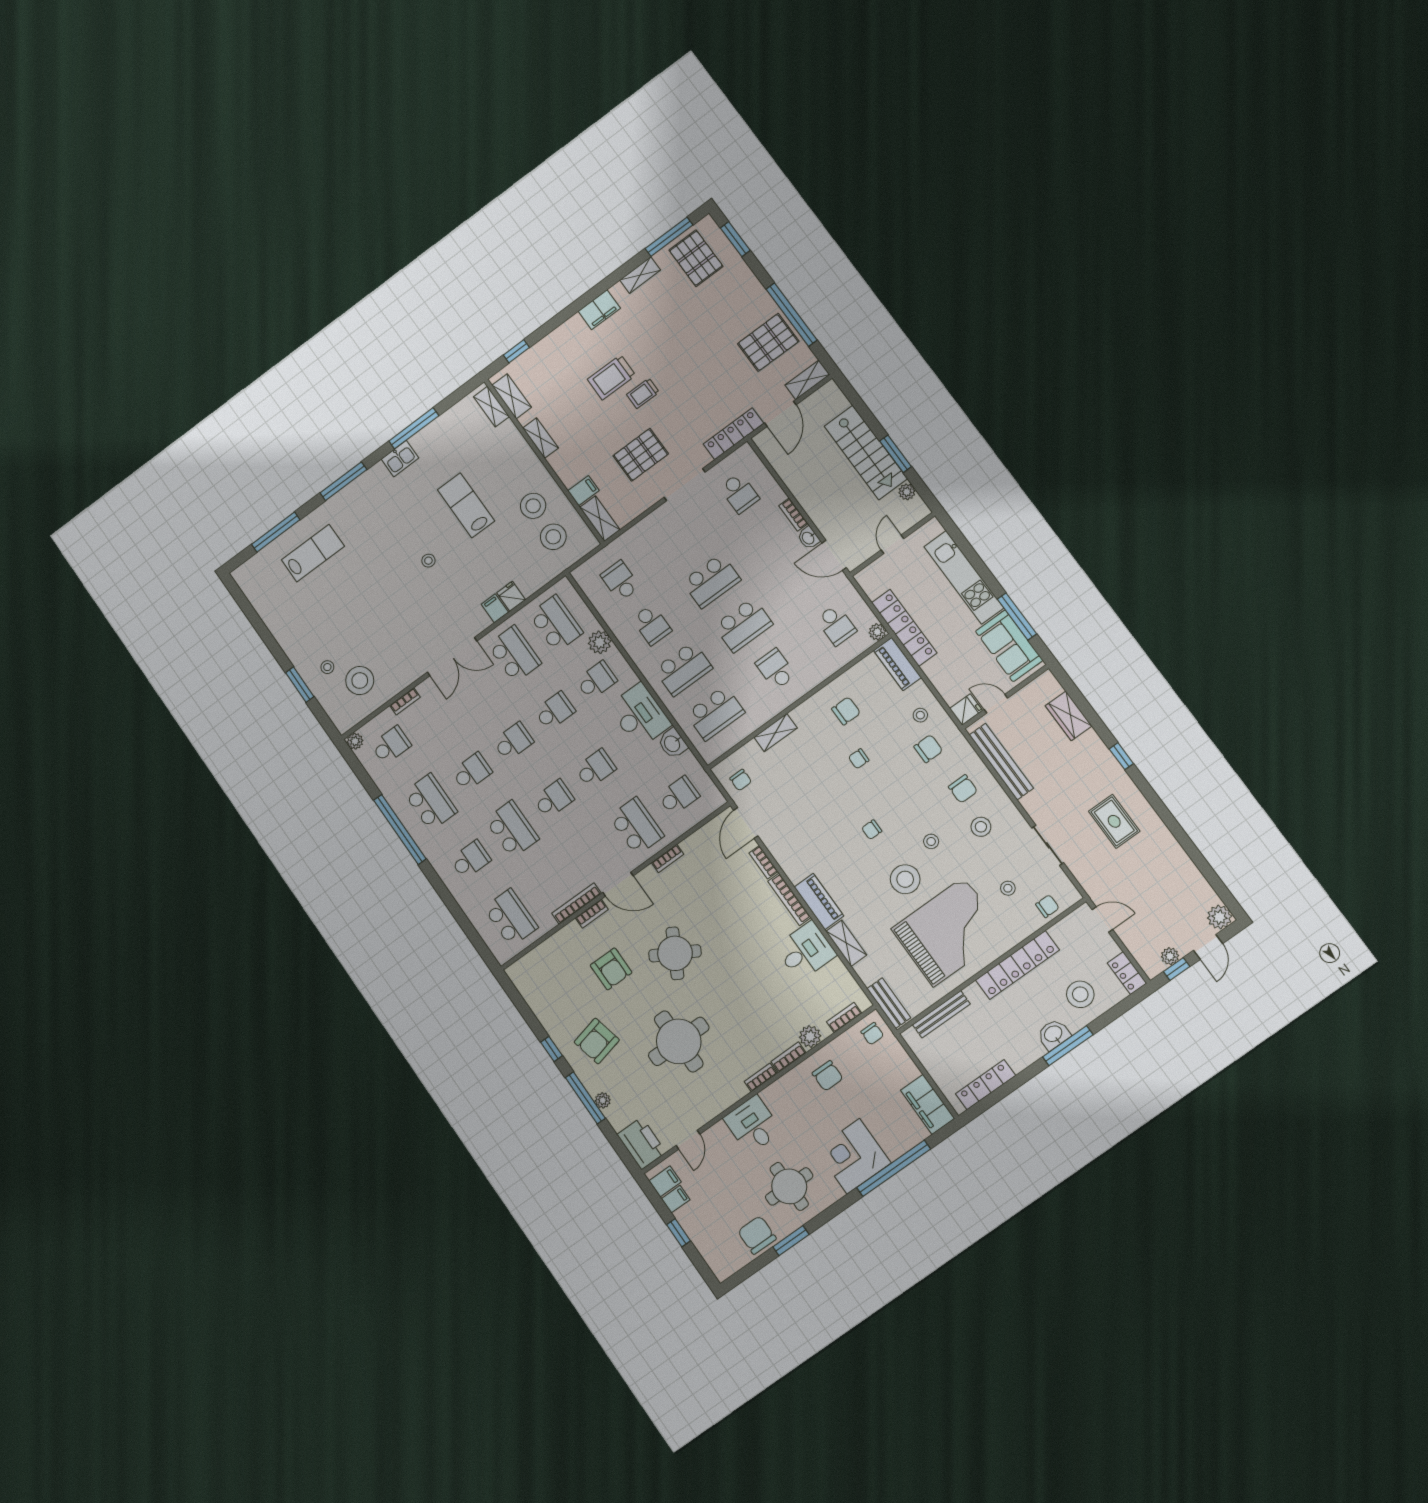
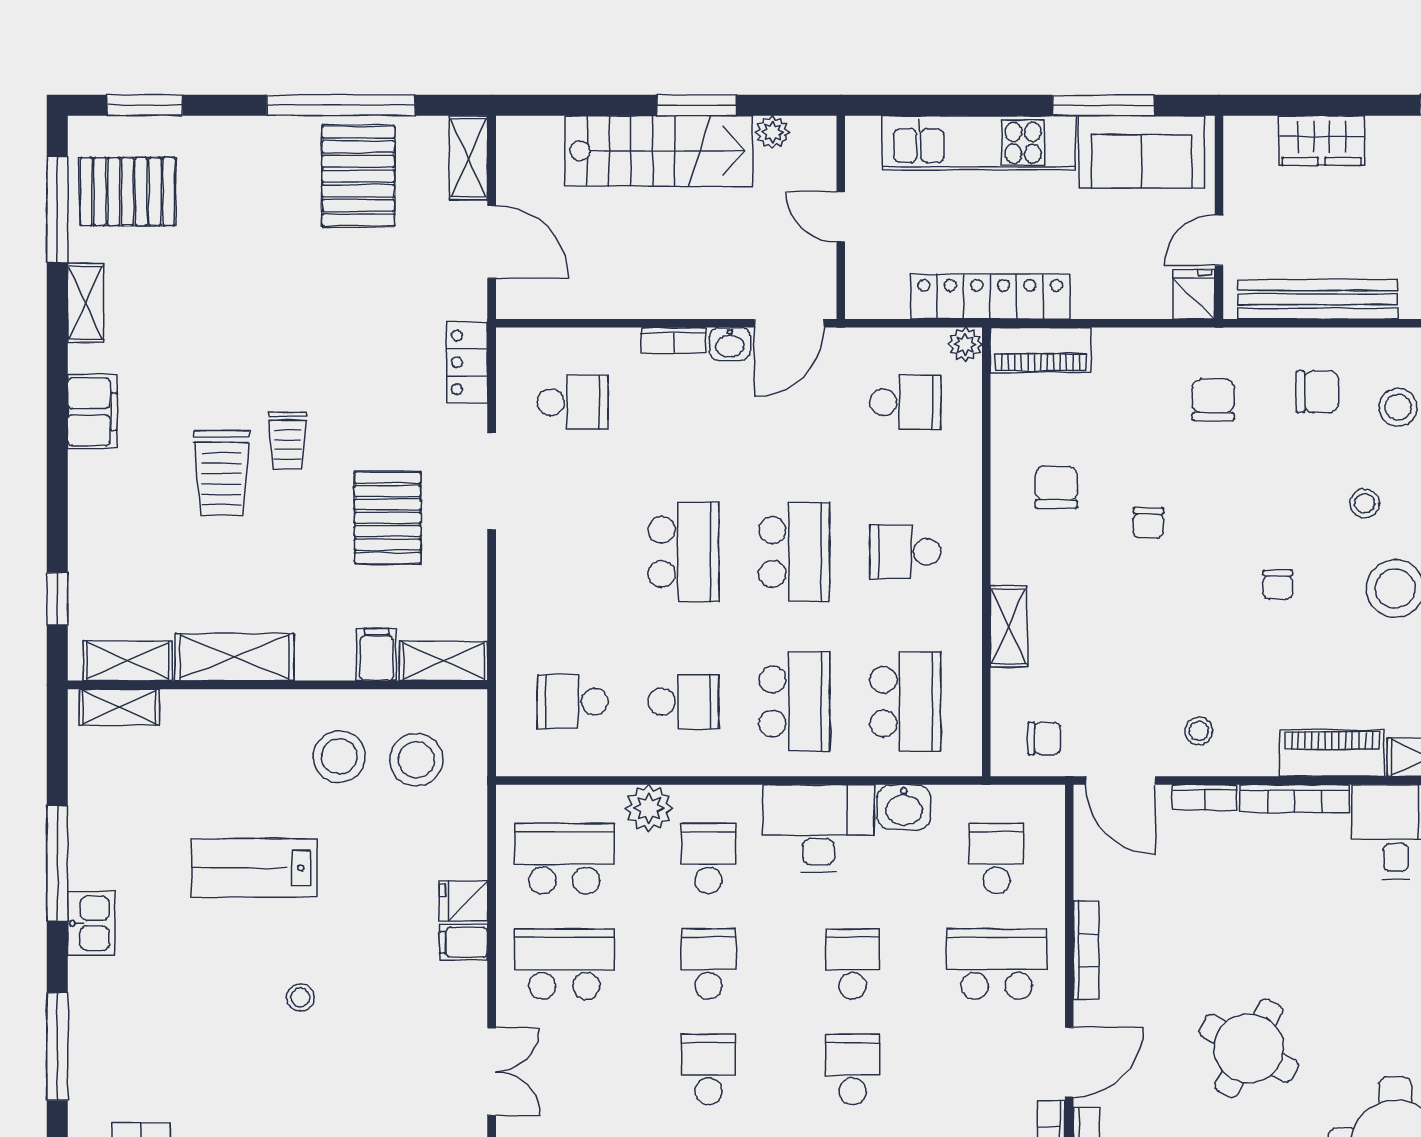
locker: (733, 434) -> (467, 362), width x0.66
shelving: (541, 438) -> (234, 657), width x1.50, depth x1.33
double door: (452, 657) -> (492, 1072), width x0.73
stool: (920, 715) -> (1199, 731), moved
bookcase: (668, 859) -> (1086, 950), width x1.56

